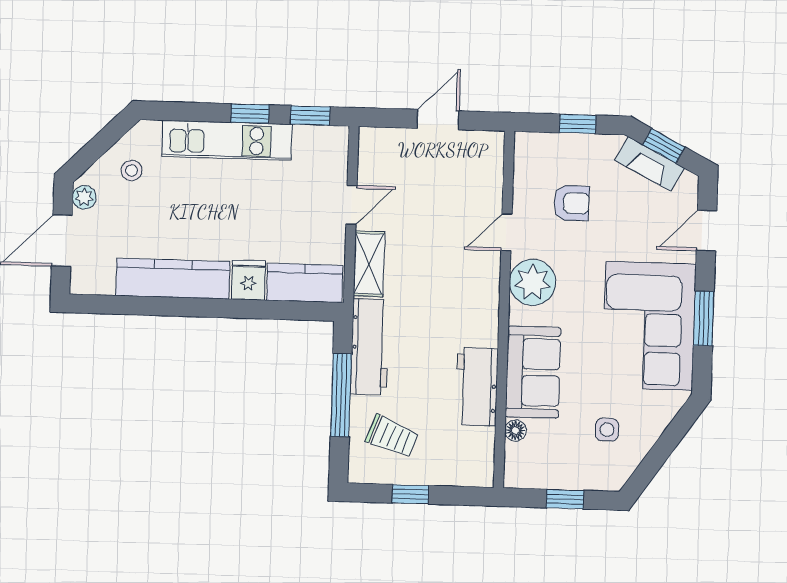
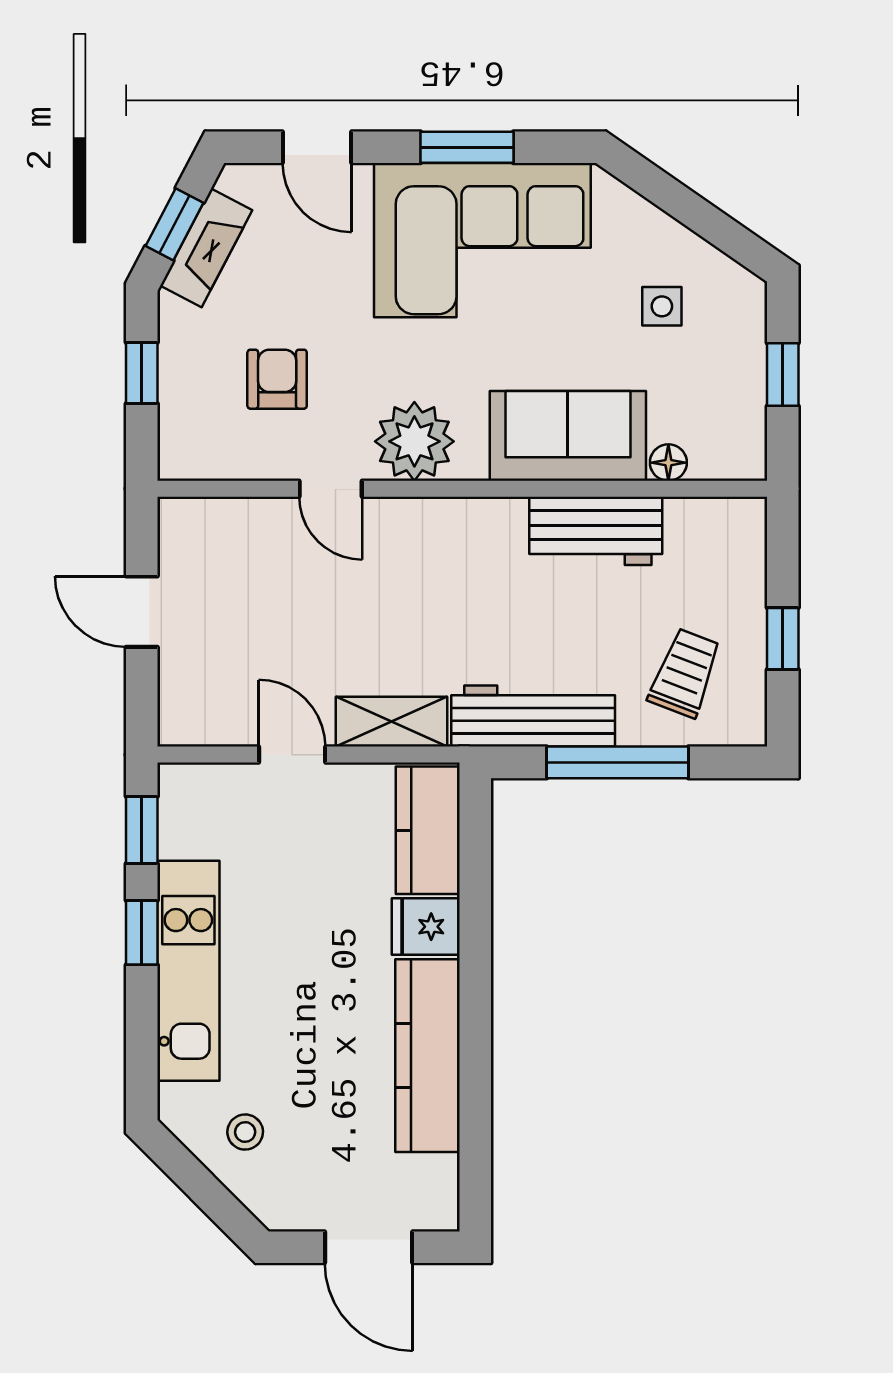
plant: (84, 197) -> (293, 1211), removed

